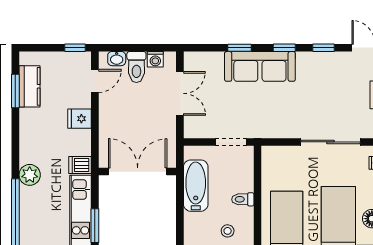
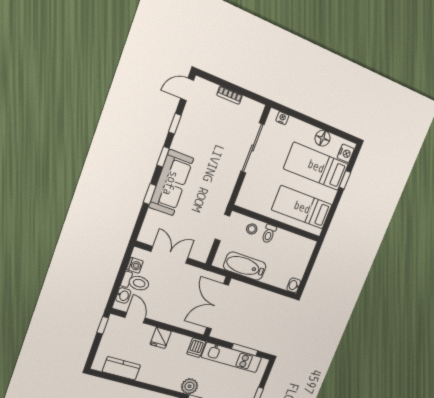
window: (15, 91) -> (121, 380), removed
stool: (228, 231) -> (252, 229), moved

